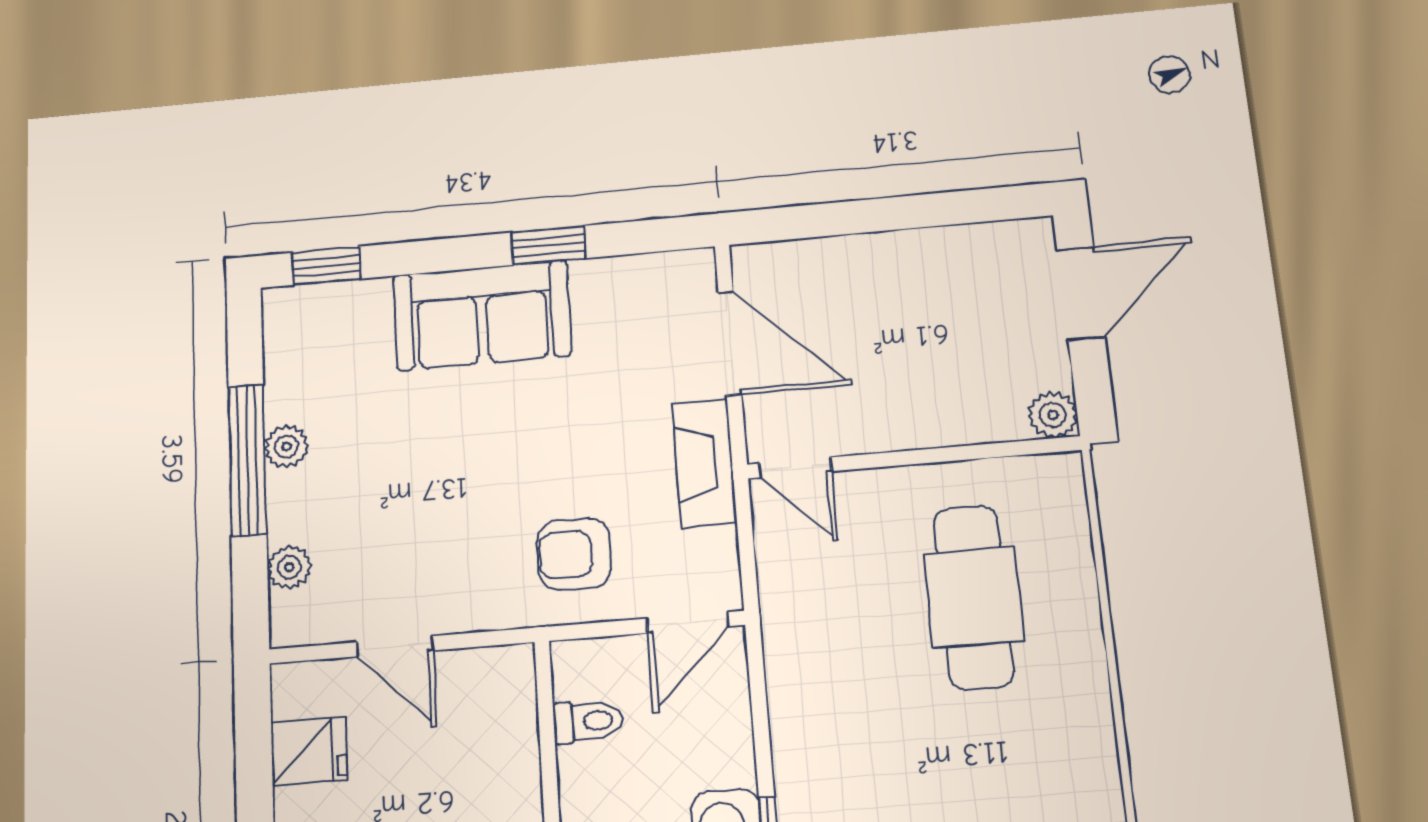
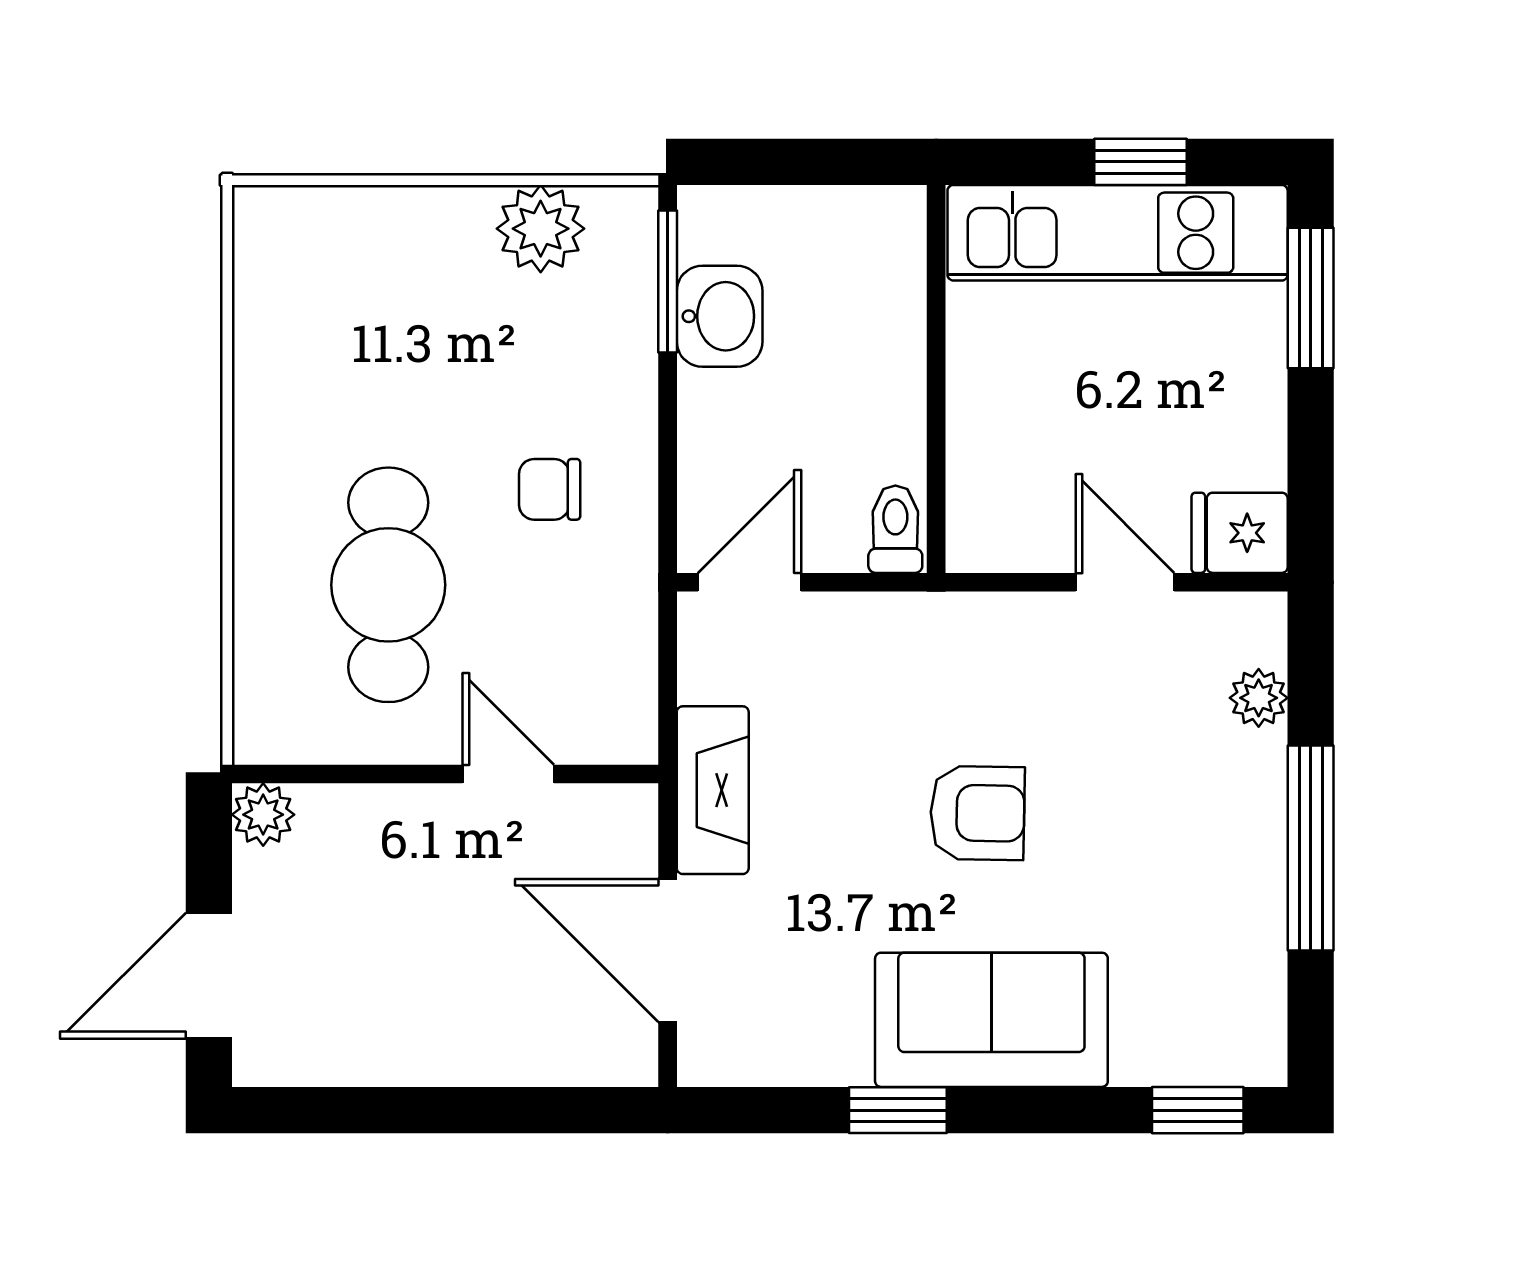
plant: (286, 447) -> (1258, 862), removed
door: (795, 467) -> (508, 774), moved
armchair: (574, 554) -> (977, 813), moved
chair: (852, 682) -> (550, 489), added
toilet: (588, 721) -> (895, 529), moved, turned 90
fridge: (309, 751) -> (1240, 533), moved

